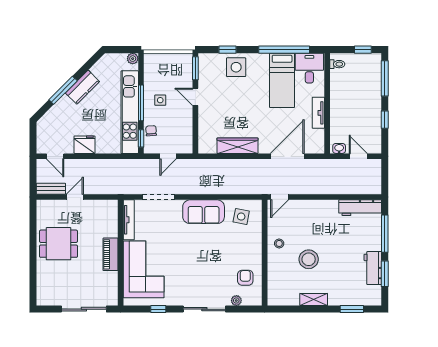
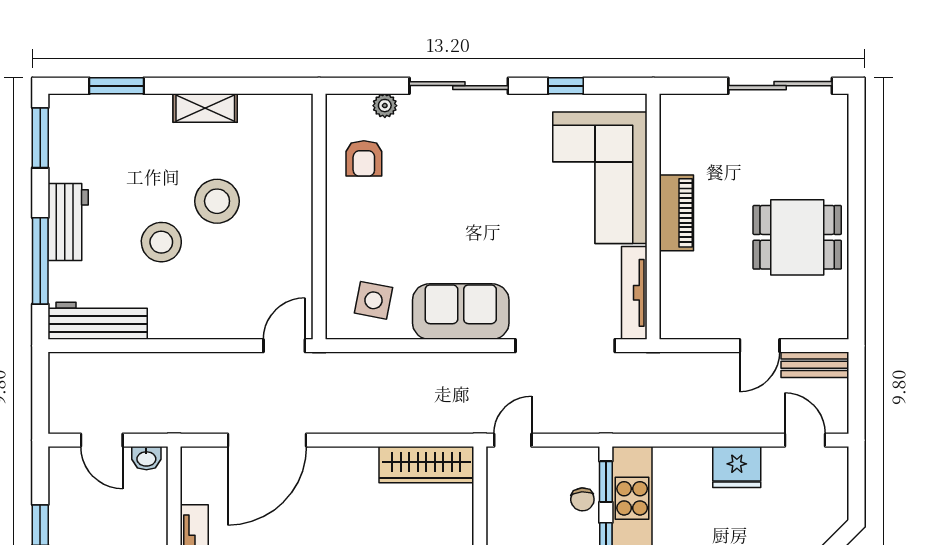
wardrobe: (238, 146) -> (426, 465), moved
door: (168, 156) -> (513, 440), moved
doorway: (159, 197) -> (565, 346), width x1.36
stool: (279, 243) -> (161, 242), moved, width x1.89, depth x1.89
workbench: (373, 268) -> (68, 222), moved
window: (385, 274) -> (40, 138), moved
sliding door: (84, 309) -> (780, 86), moved

